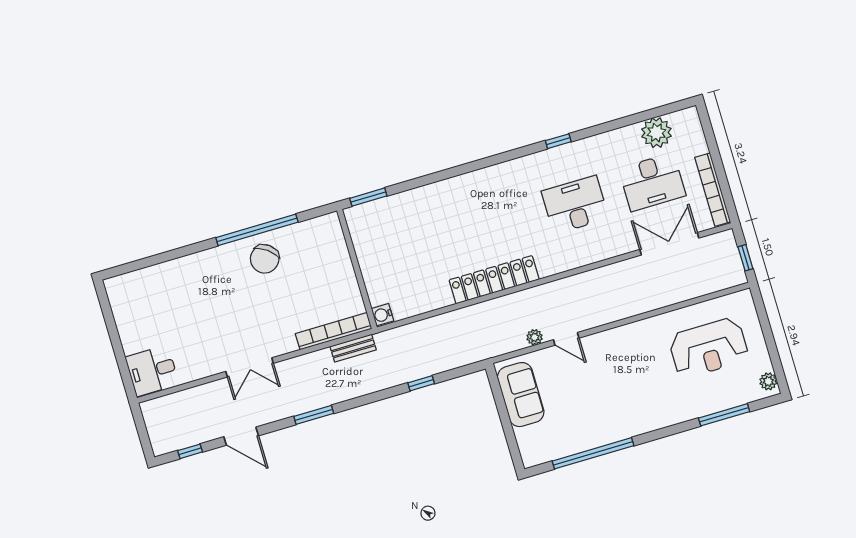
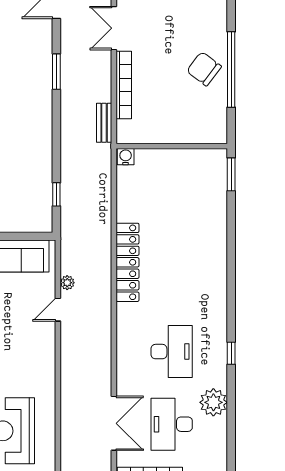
plant: (656, 133) -> (213, 402), moved
bookcase: (334, 331) -> (124, 85), moved
window: (421, 383) -> (56, 194), moved

